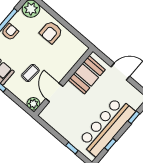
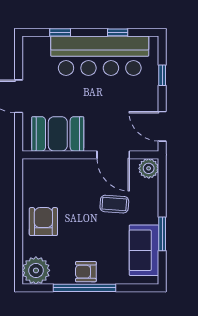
armchair: (51, 32) -> (43, 222), turned -90
door: (54, 93) -> (113, 155), hinge flipped
door: (48, 127) -> (162, 126), added

